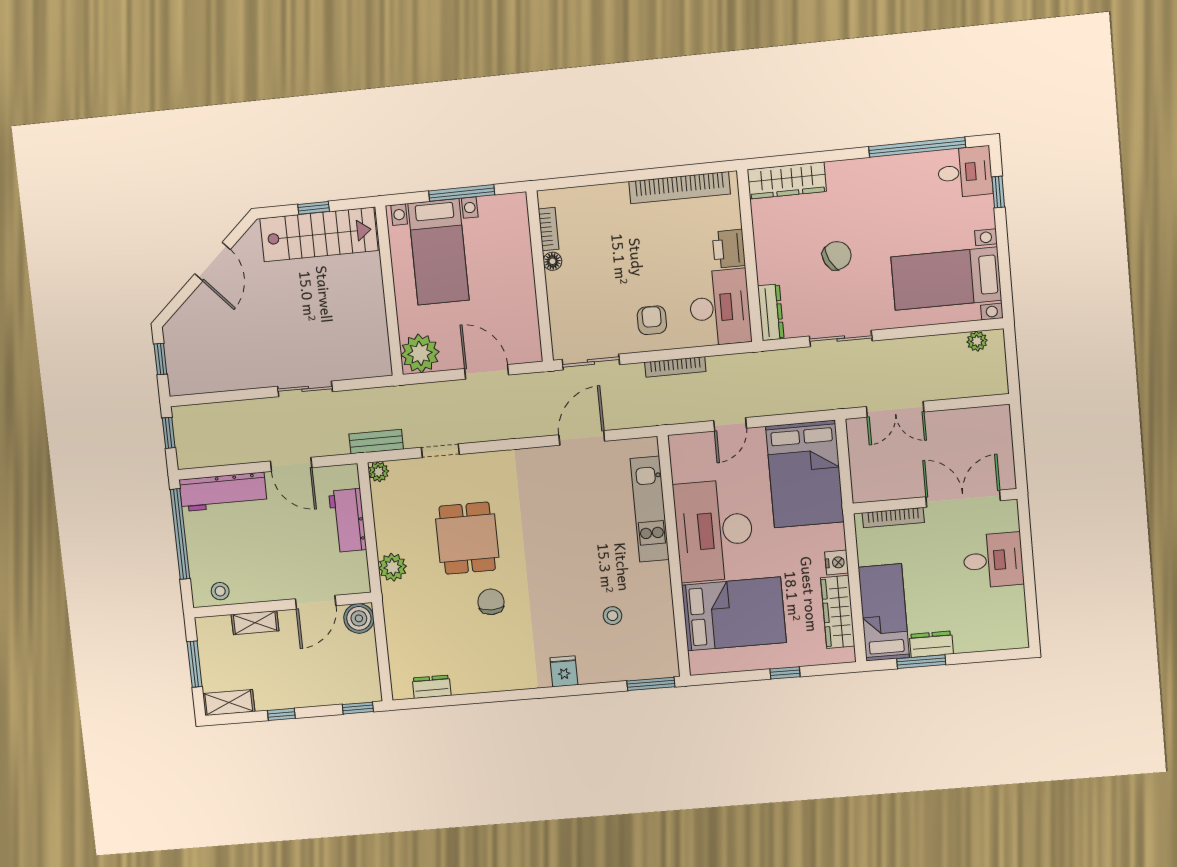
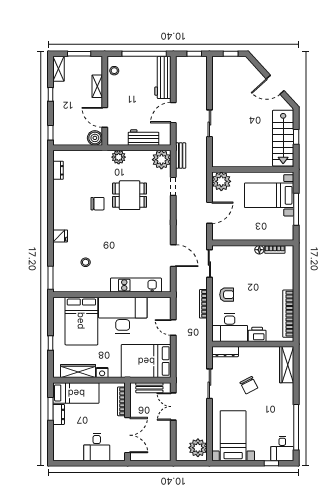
plant: (977, 341) -> (198, 448), width x1.87, depth x1.87
bench: (860, 462) -> (149, 388), added
plant: (379, 472) -> (161, 160), width x1.87, depth x1.87

